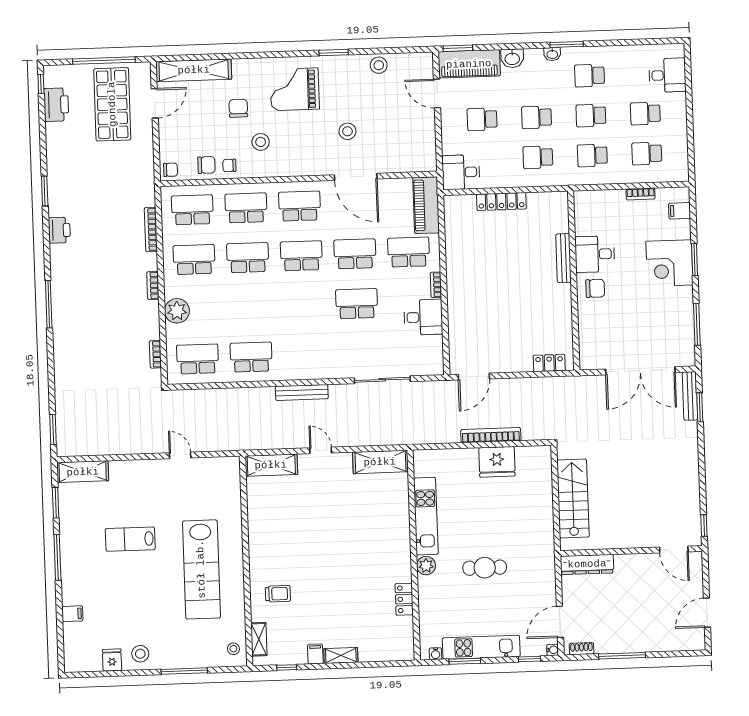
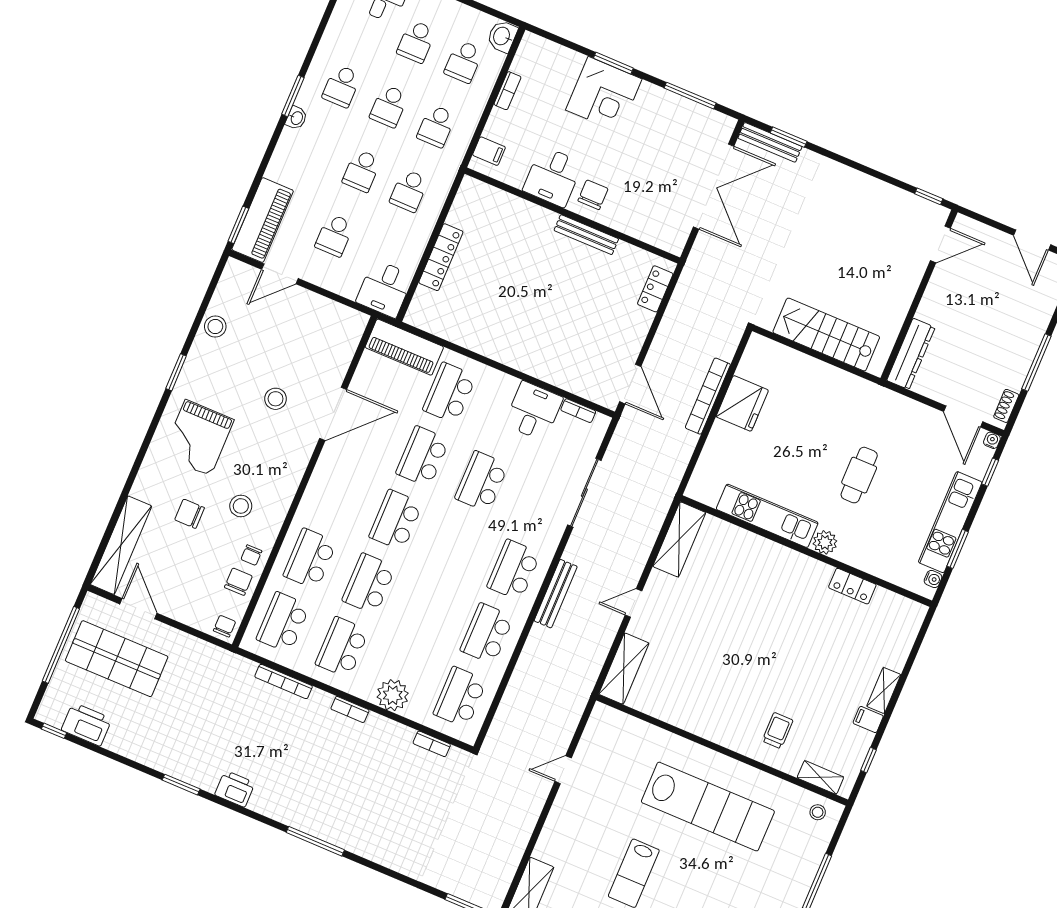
washbasin: (512, 58) -> (502, 36), moved, turned 180
school desk: (300, 206) -> (514, 570), moved
filing cabinet: (680, 211) -> (489, 151), moved, turned -90
bench: (564, 258) -> (586, 235), moved
bookcase: (436, 285) -> (578, 411), moved

